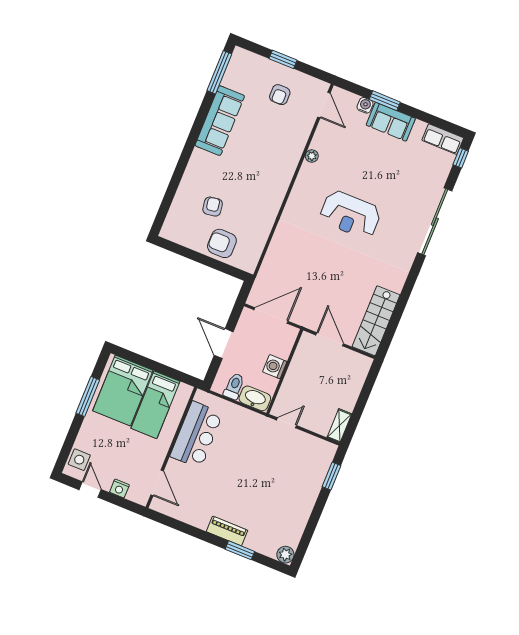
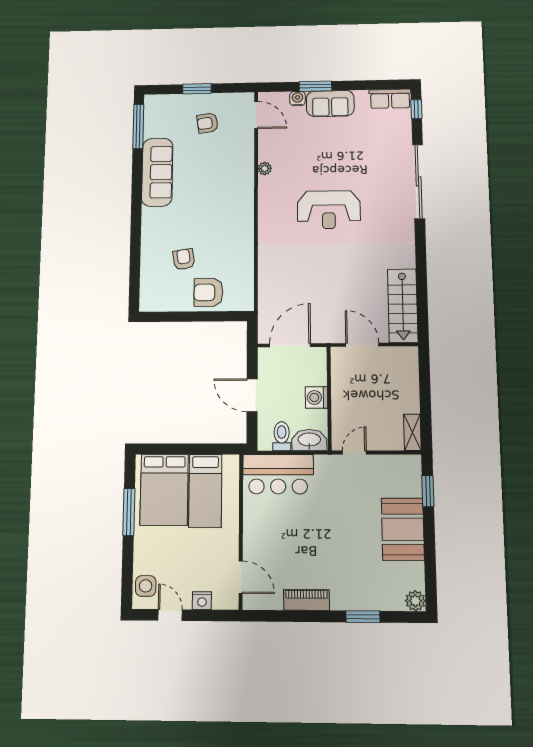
armchair: (280, 95) -> (208, 123), turned 82
bar counter: (196, 435) -> (278, 474), moved, turned 90
booth: (299, 497) -> (403, 529), added
piano: (227, 531) -> (306, 600), moved

